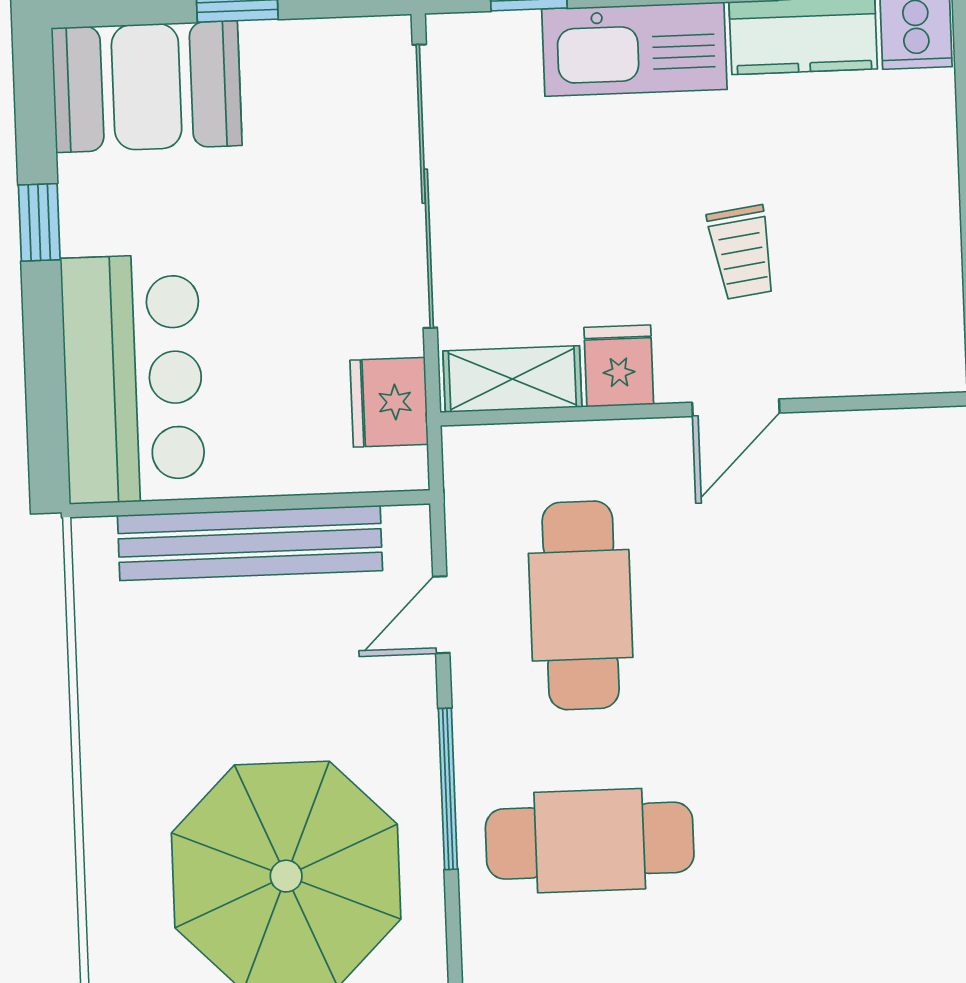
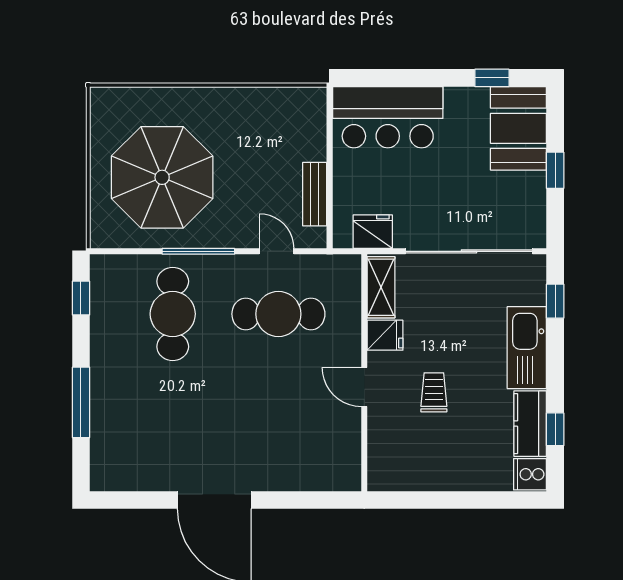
window: (39, 222) -> (492, 78), moved
trolley: (742, 252) -> (434, 392), turned 98
bench: (250, 543) -> (315, 194), width x0.54, depth x0.82

